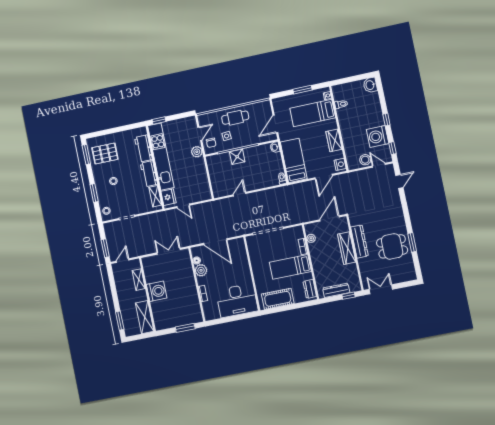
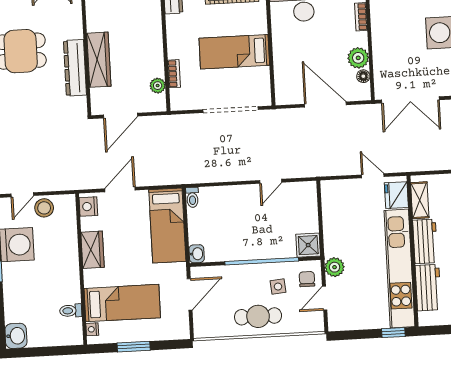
shower: (237, 157) -> (308, 245), moved
door: (379, 165) -> (22, 195), hinge flipped
double door: (169, 251) -> (410, 100), width x1.37
bed: (290, 267) -> (234, 52), moved, turned 180

